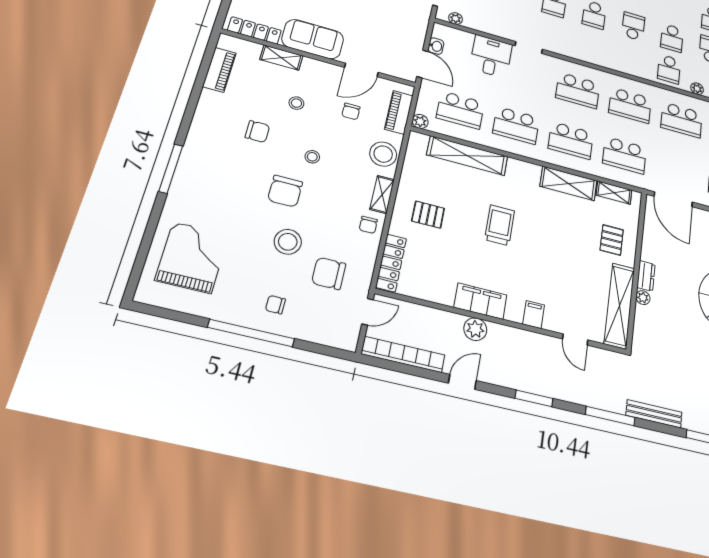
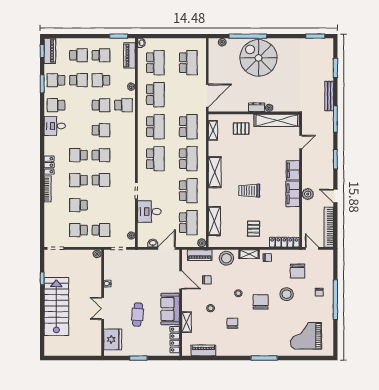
school desk: (633, 26) -> (101, 130), turned 180
shelving: (467, 156) -> (214, 221), width x0.68
shelving: (568, 183) -> (215, 172), moved
chair: (285, 191) -> (261, 302), turned -90
filing cabinet: (534, 314) -> (293, 170), width x2.00

